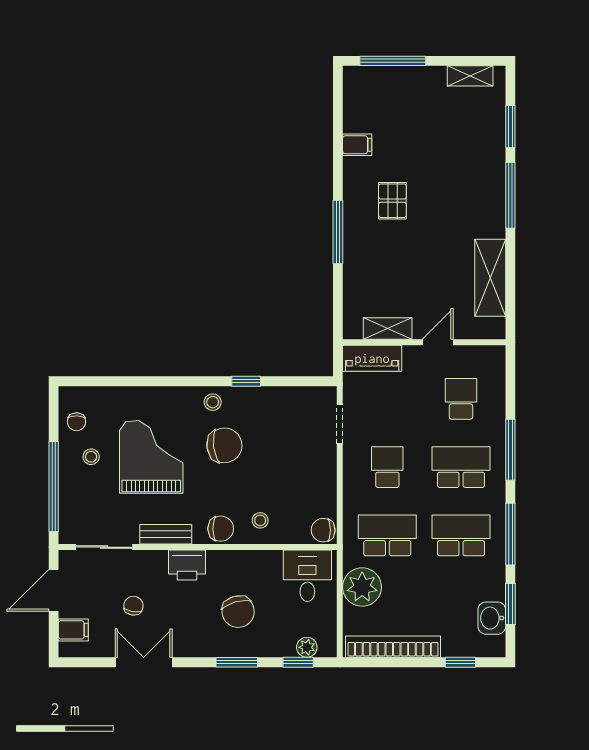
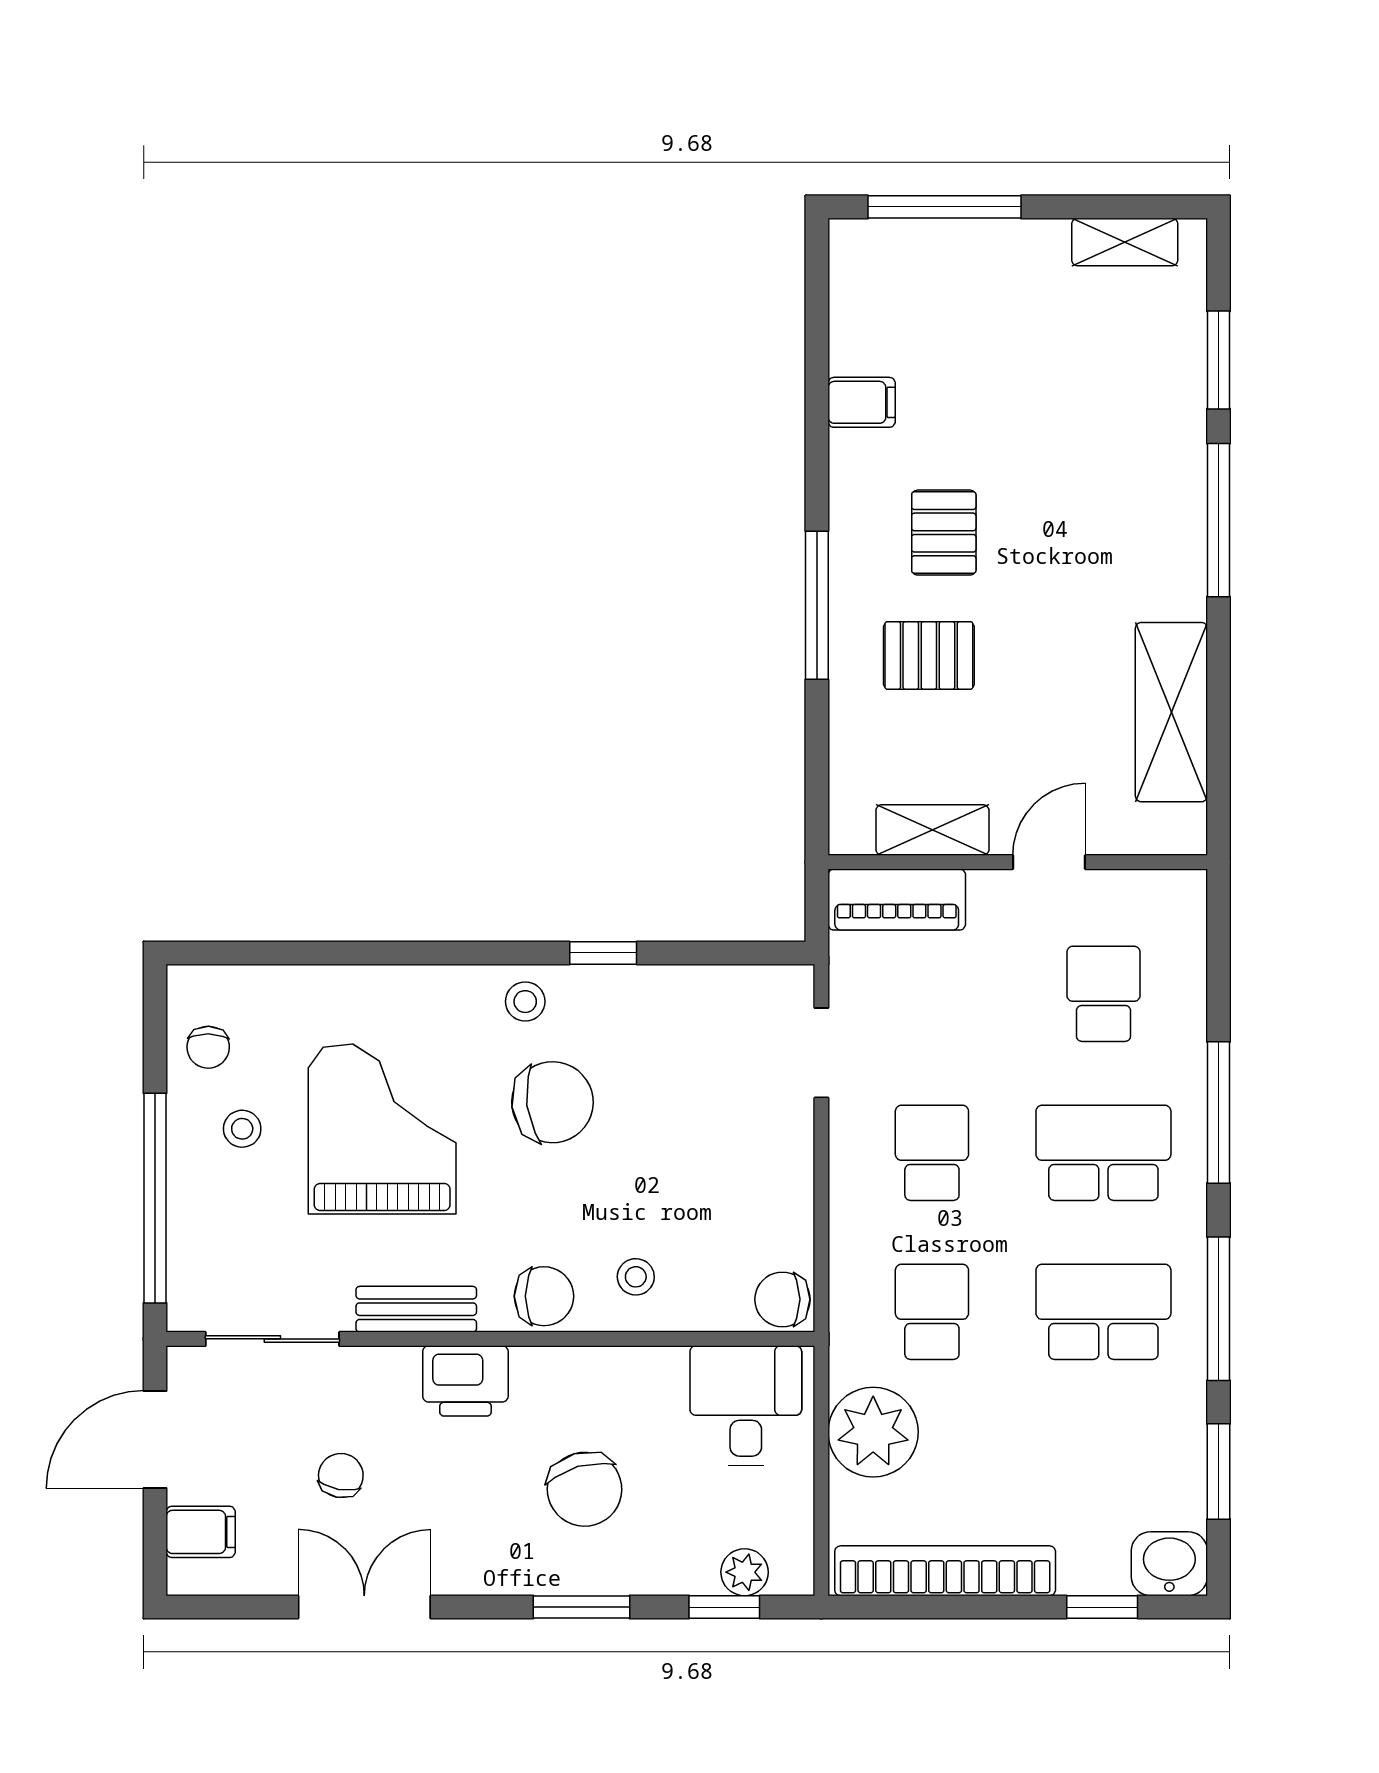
pallet: (386, 253) -> (929, 655), added
school desk: (387, 535) -> (932, 1312), width x0.54
washbasin: (492, 618) -> (1169, 1564), moved, turned 90

